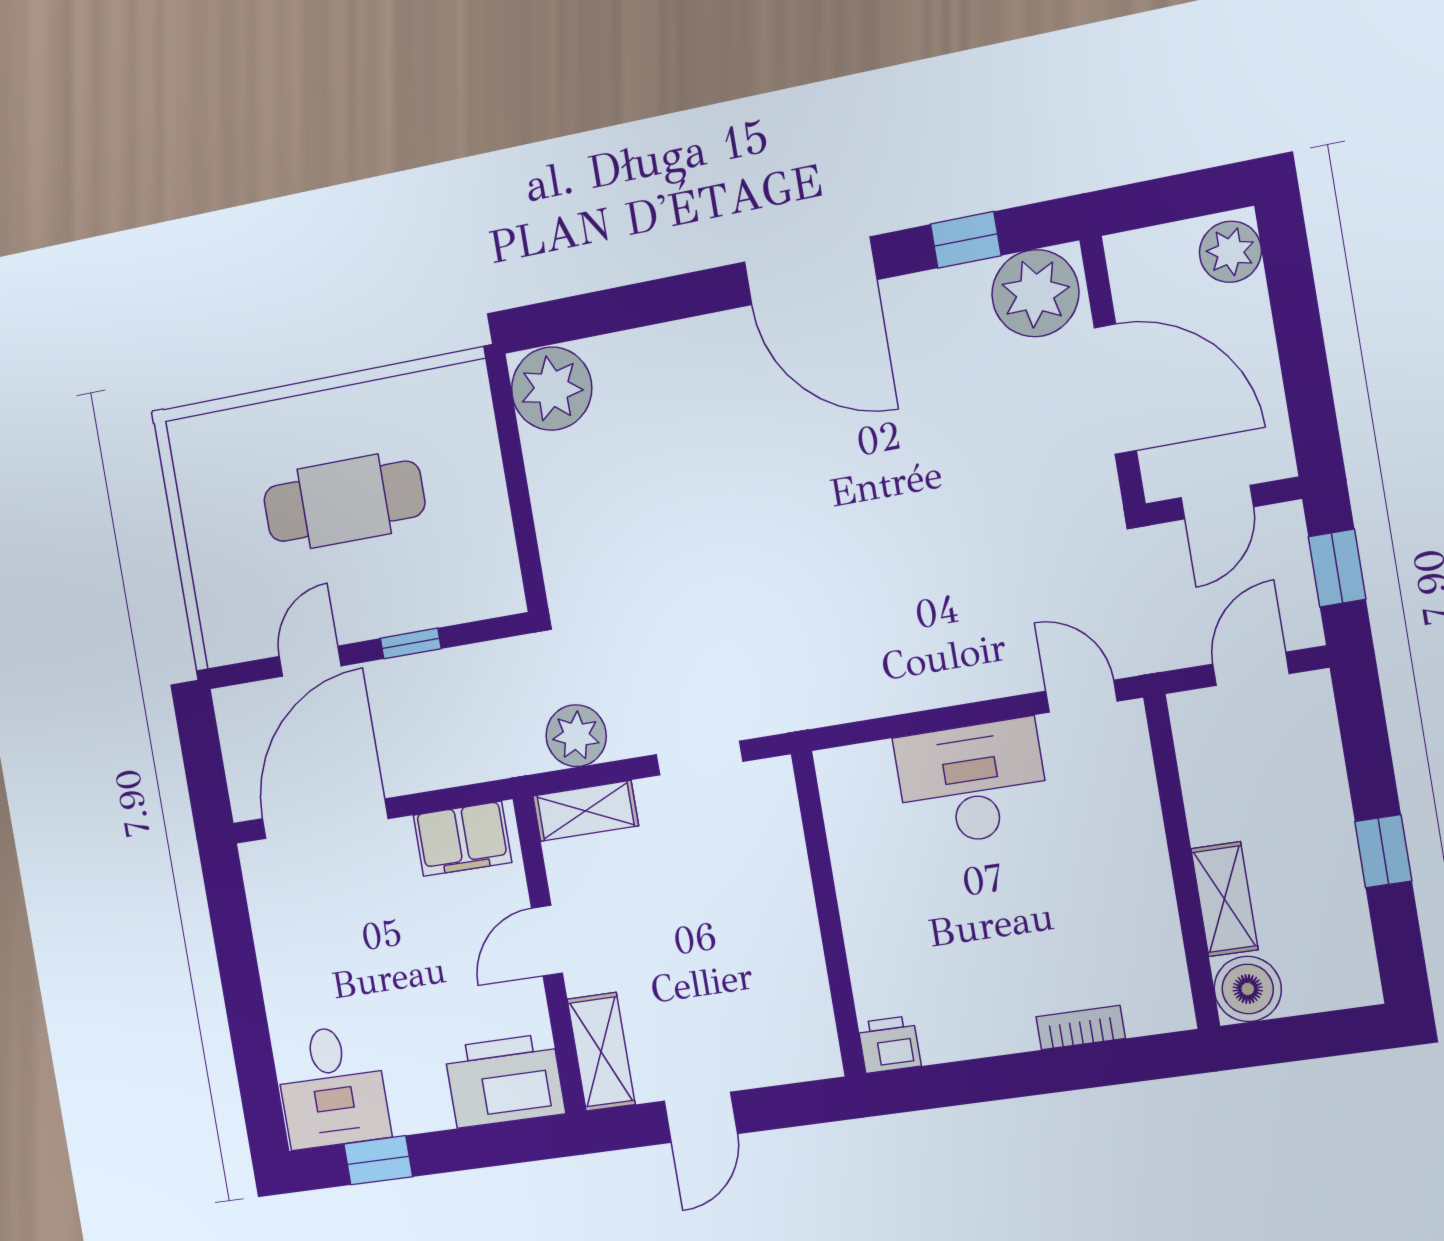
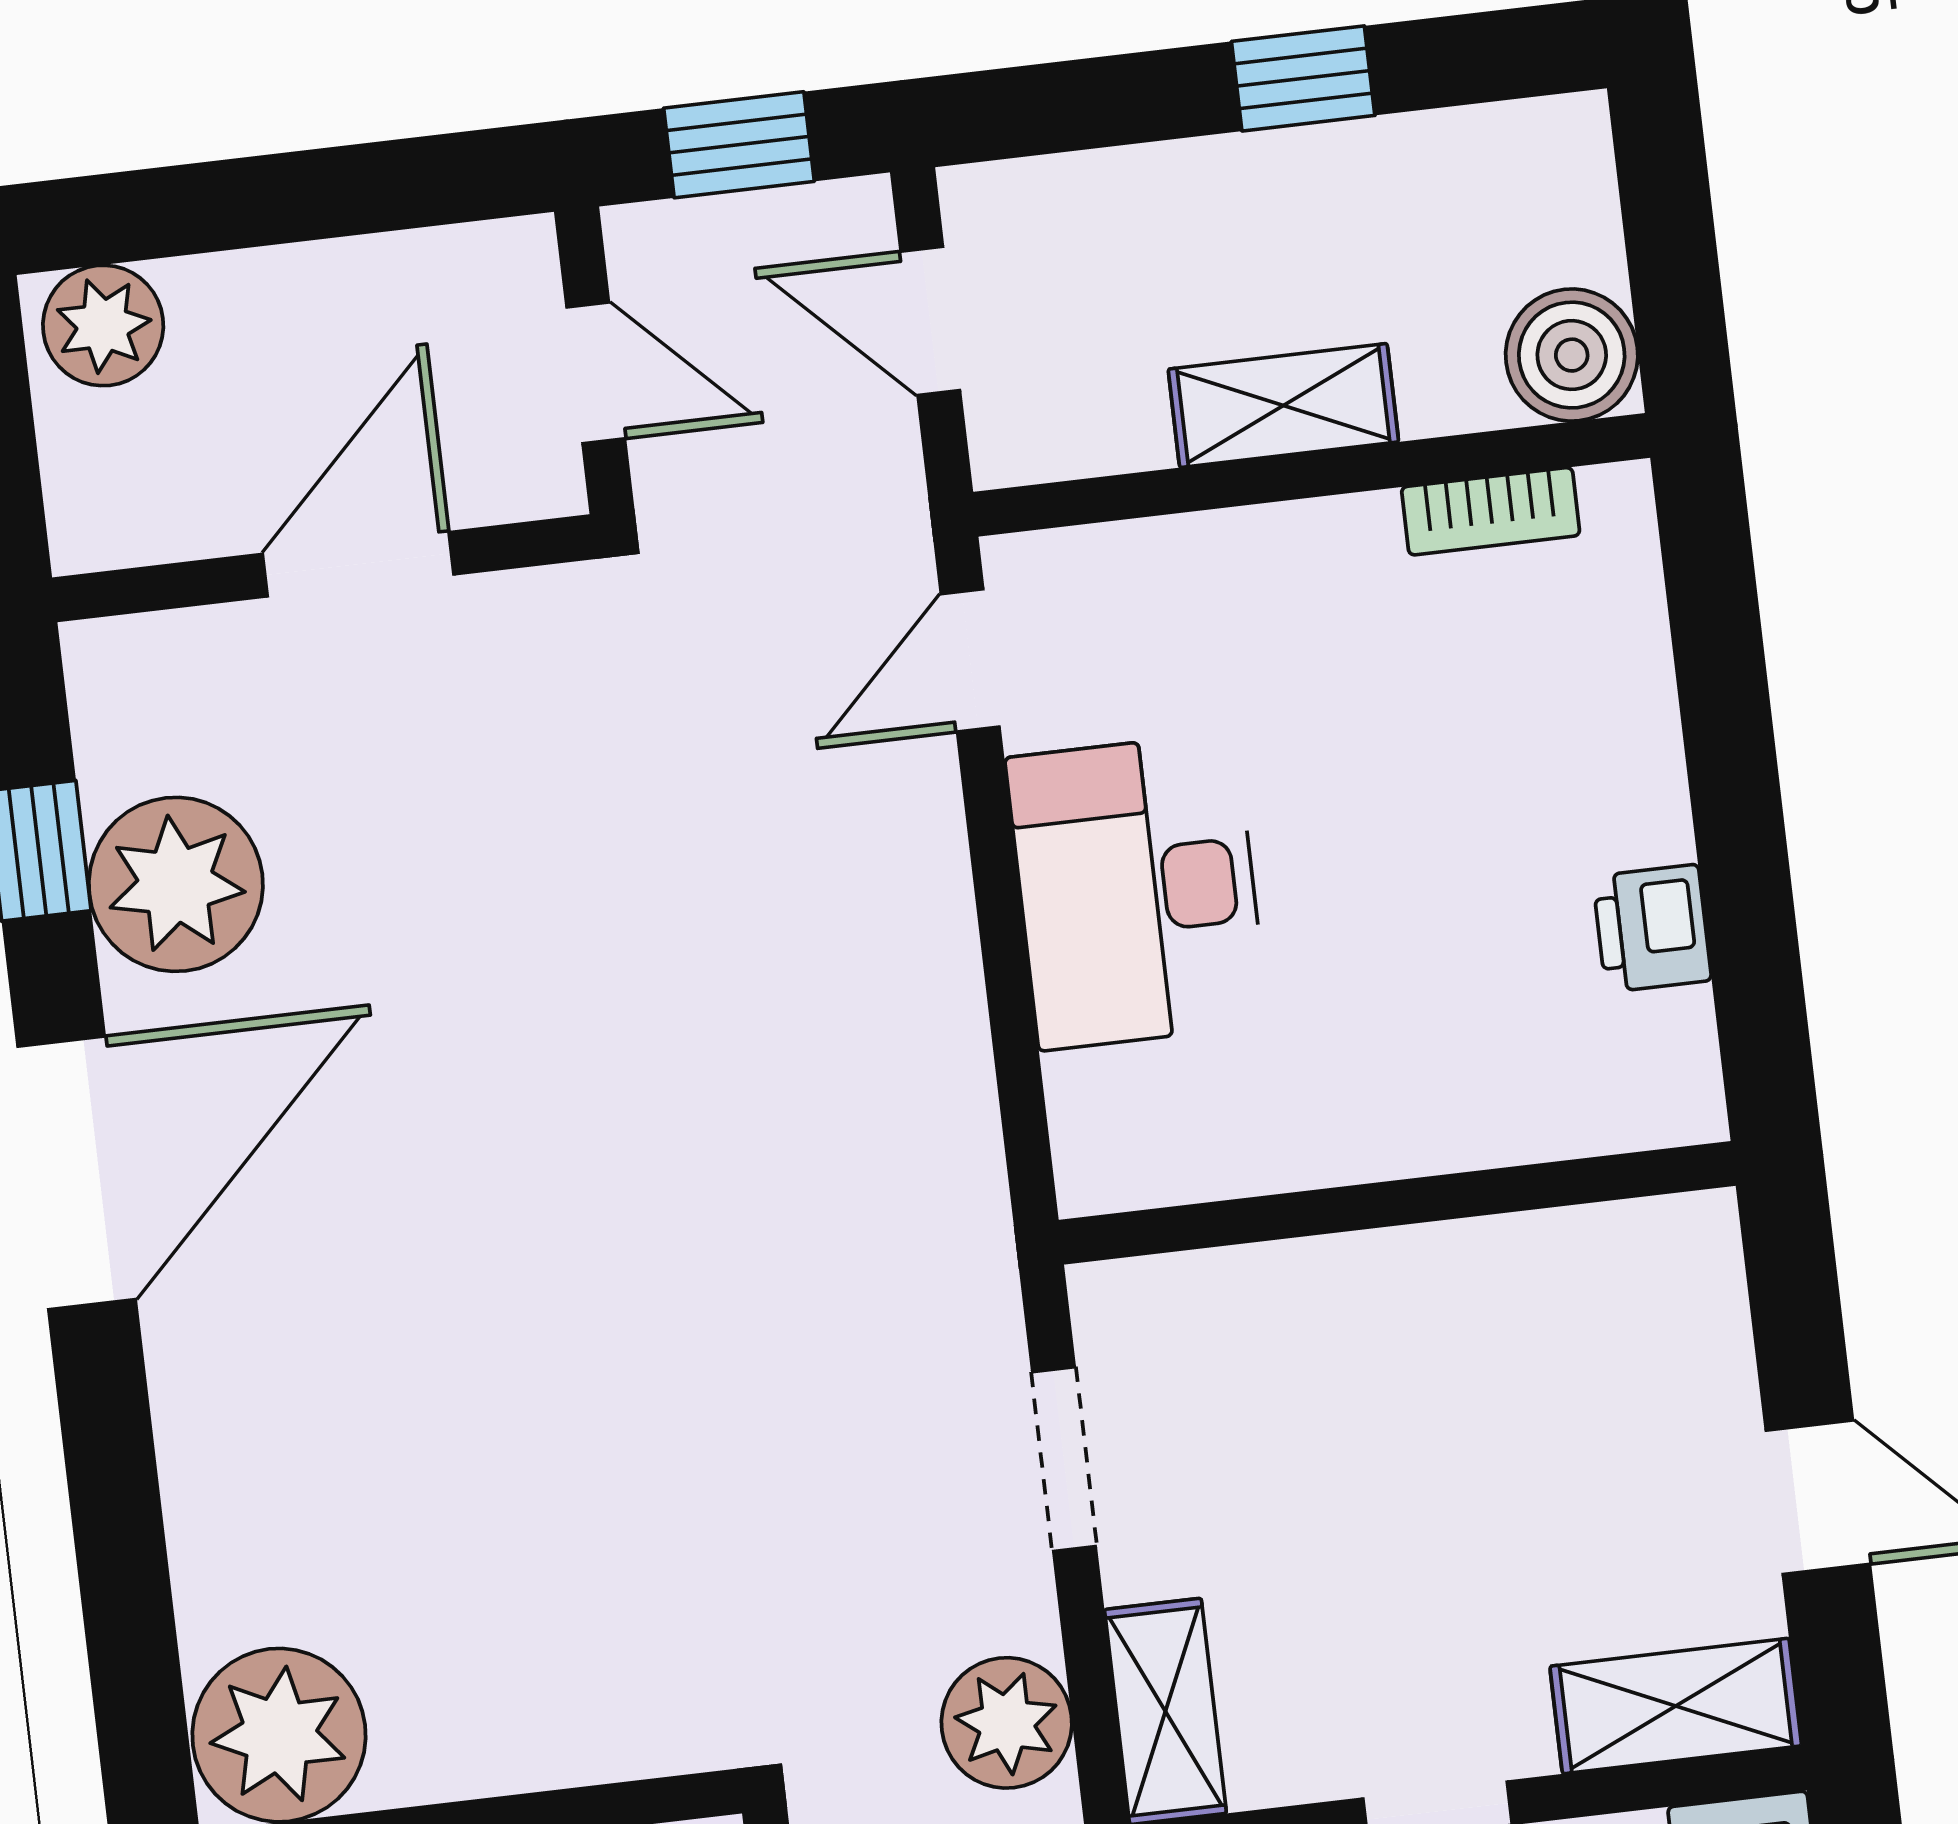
plant: (1035, 293) -> (176, 884), moved
door: (1115, 389) -> (358, 564), width x0.73
shelving: (1225, 899) -> (1283, 405), moved
bookcase: (1081, 1028) -> (1491, 511), moved, turned -90
printer: (889, 1044) -> (1652, 928), moved

